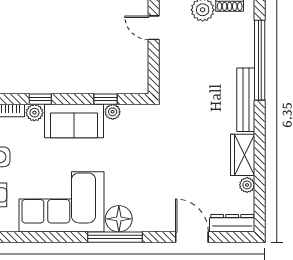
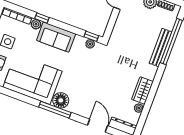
window: (106, 99) -> (91, 36), moved
bench: (246, 100) -> (160, 48), moved
plant: (113, 112) -> (90, 44), moved

